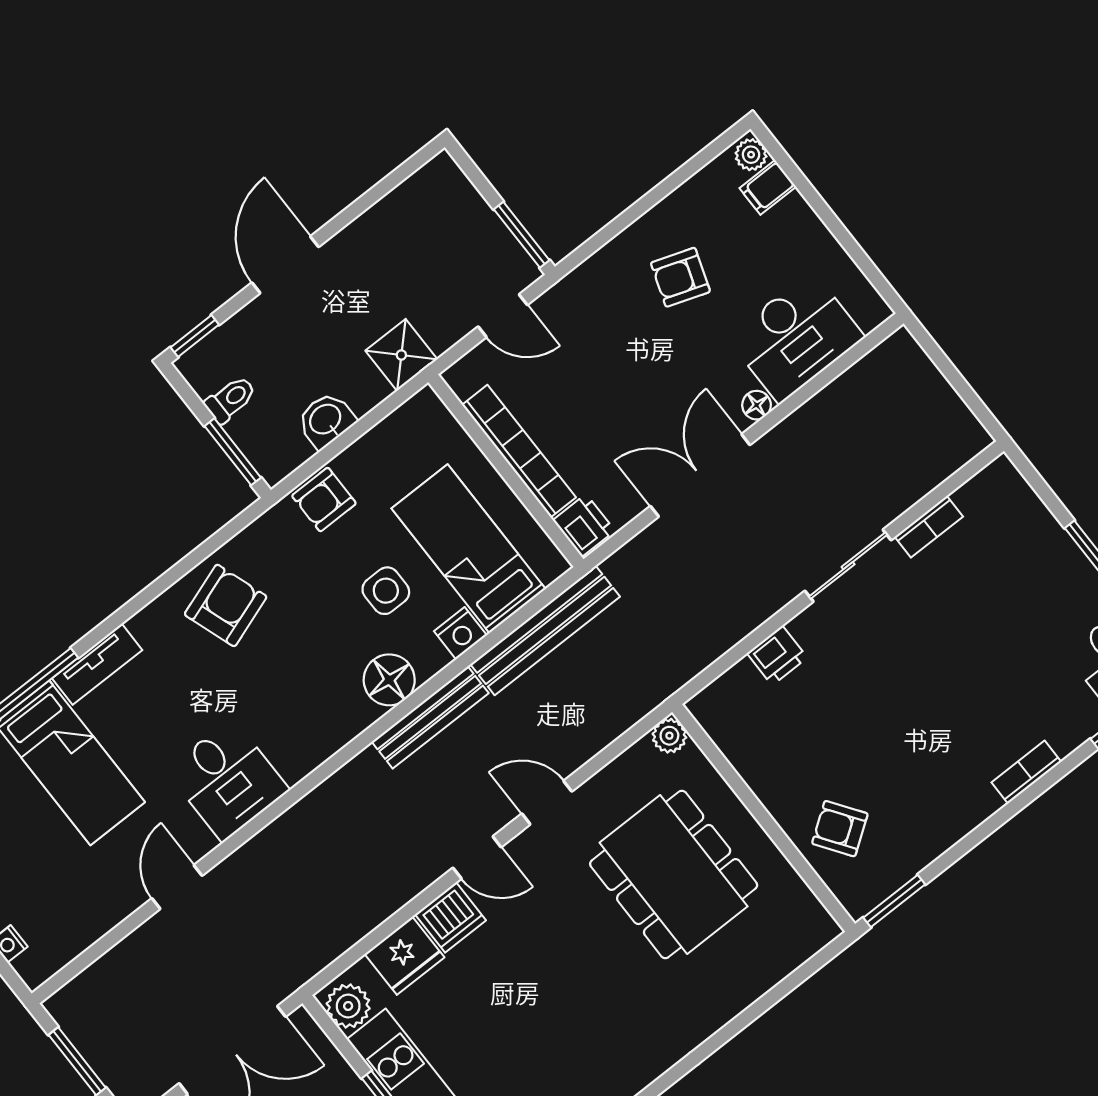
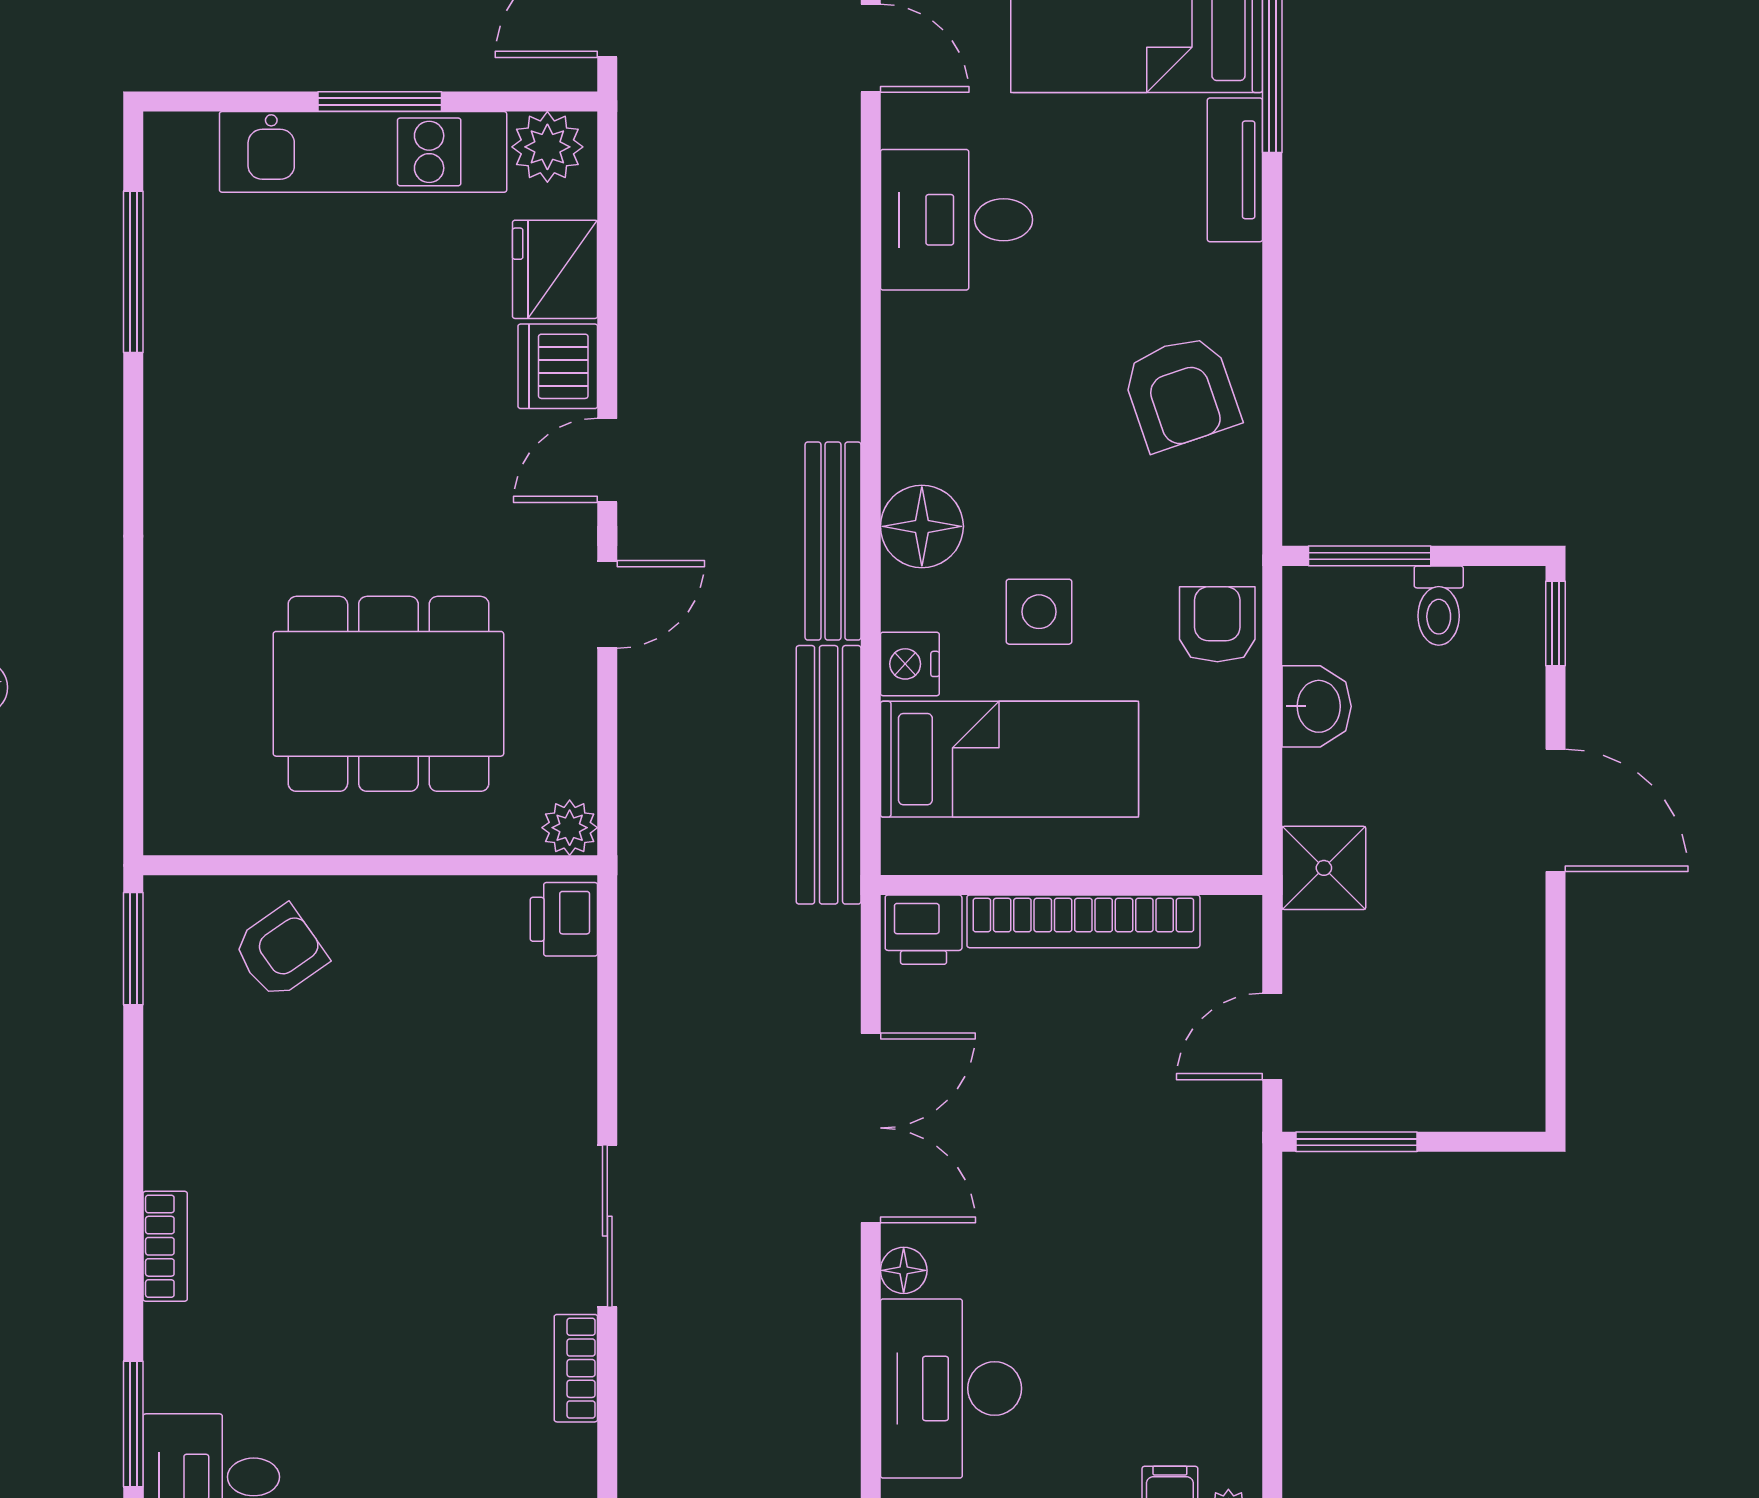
armchair: (680, 277) -> (1143, 1302), removed
printer: (777, 655) -> (564, 919), moved

